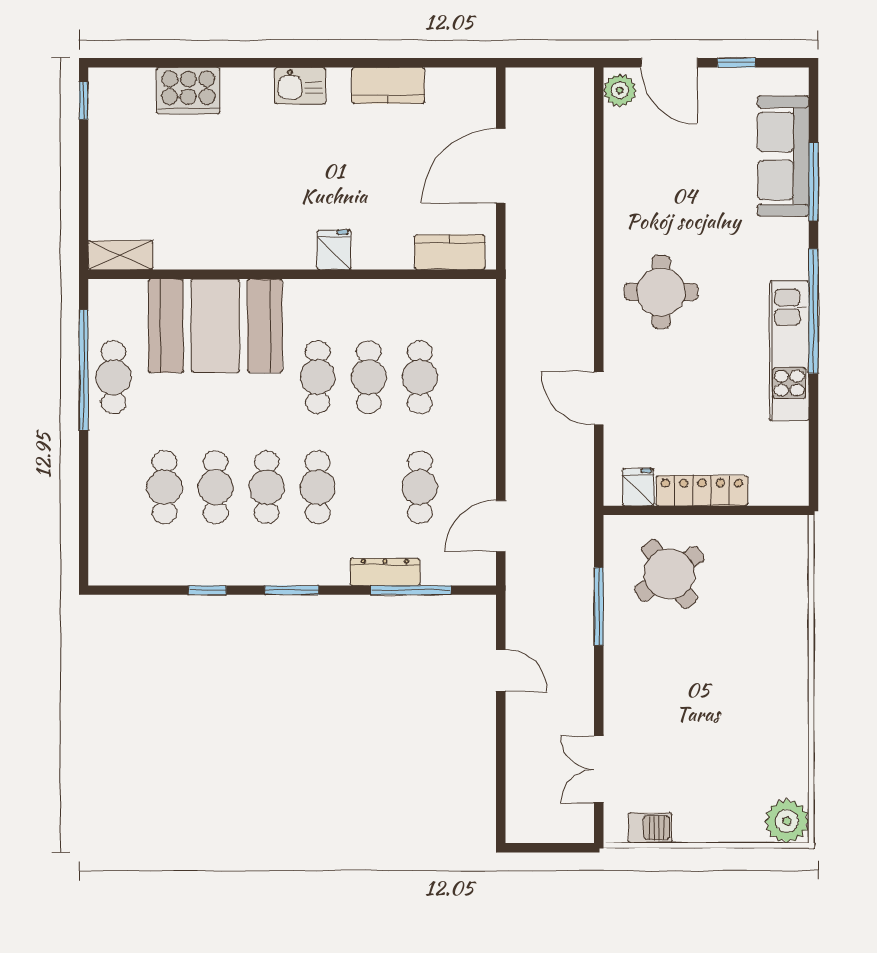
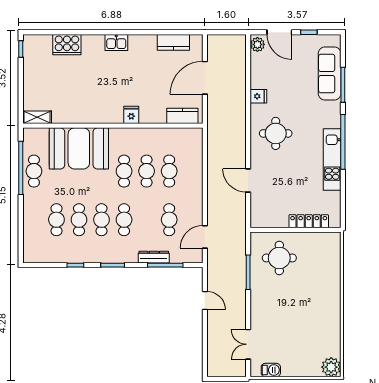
kitchen counter: (388, 85) -> (173, 42), moved
fridge: (638, 487) -> (258, 96), moved, turned 90
locker: (702, 491) -> (309, 221), moved
round table: (669, 574) -> (279, 258), turned 35

